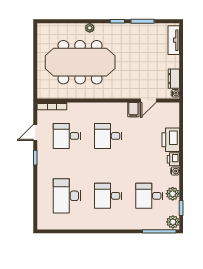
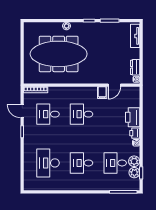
door: (35, 132) -> (22, 111), hinge flipped
plant: (173, 222) -> (134, 173), moved

